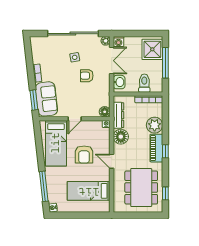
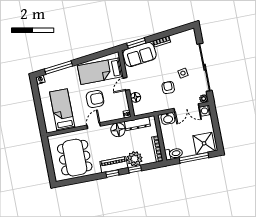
toilet: (144, 83) -> (174, 154), moved
floor lamp: (105, 112) -> (136, 97), moved
door: (75, 119) -> (126, 84), hinge flipped
armchair: (84, 154) -> (95, 99), turned 180
dining table: (141, 187) -> (75, 158), turned 90
window: (165, 193) -> (135, 169), moved

